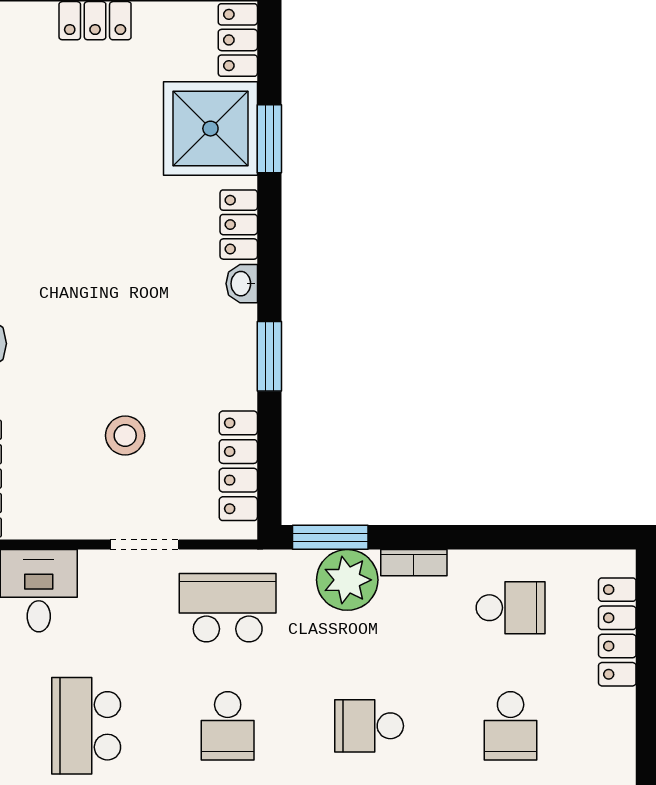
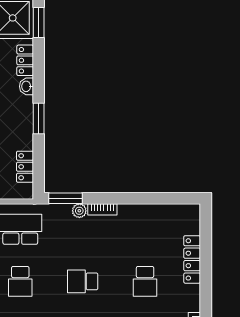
locker: (238, 466) -> (25, 167), width x0.66
plant: (347, 580) -> (79, 211), width x0.53, depth x0.53
school desk: (511, 608) -> (145, 229), removed
locker: (617, 632) -> (192, 259), moved

